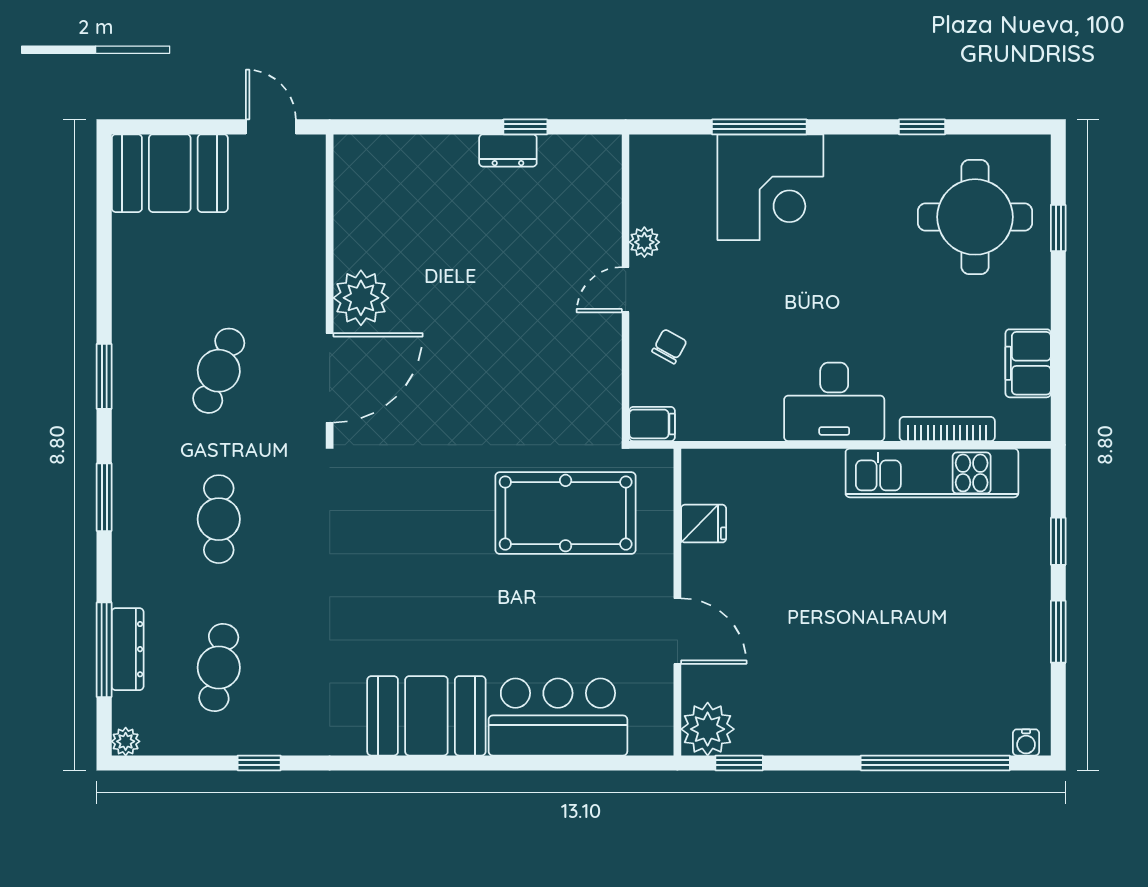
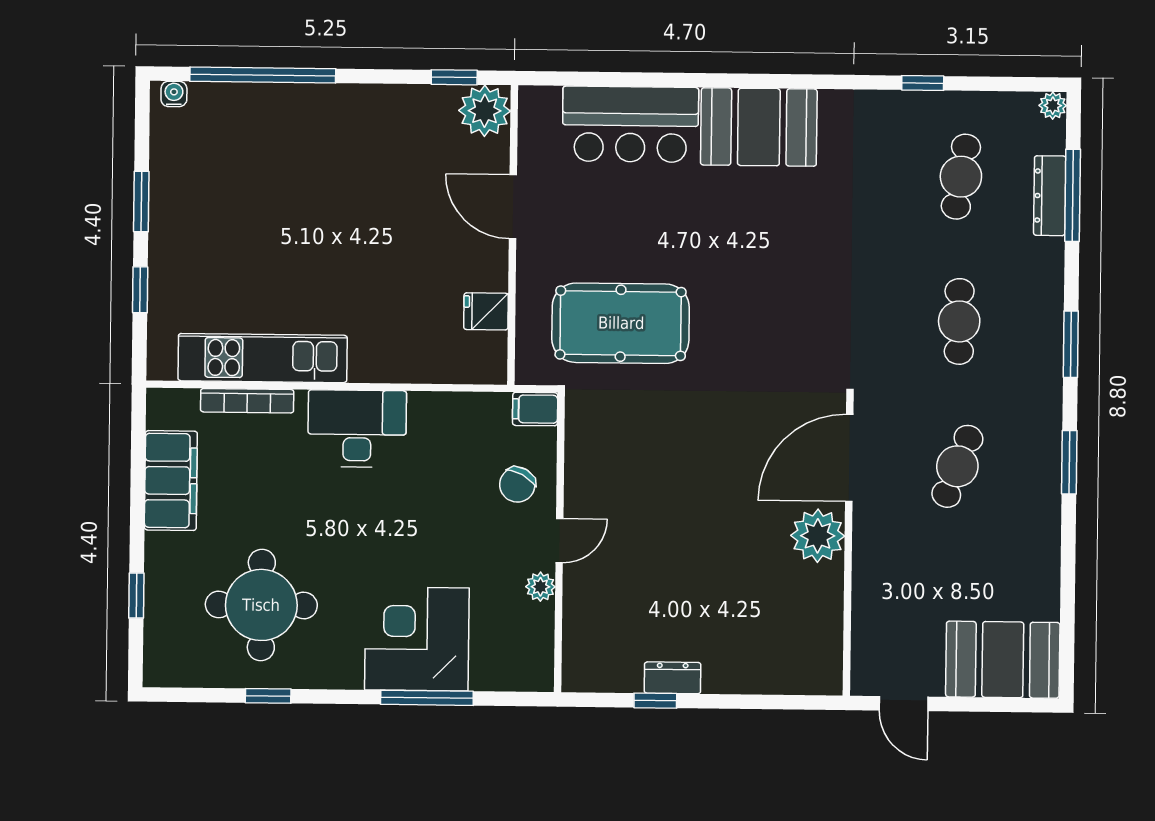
round table: (975, 217) -> (261, 605), moved
chair: (669, 346) -> (517, 485), width x1.37, depth x1.37
filing cabinet: (1028, 363) -> (171, 481), width x1.50, depth x1.17

